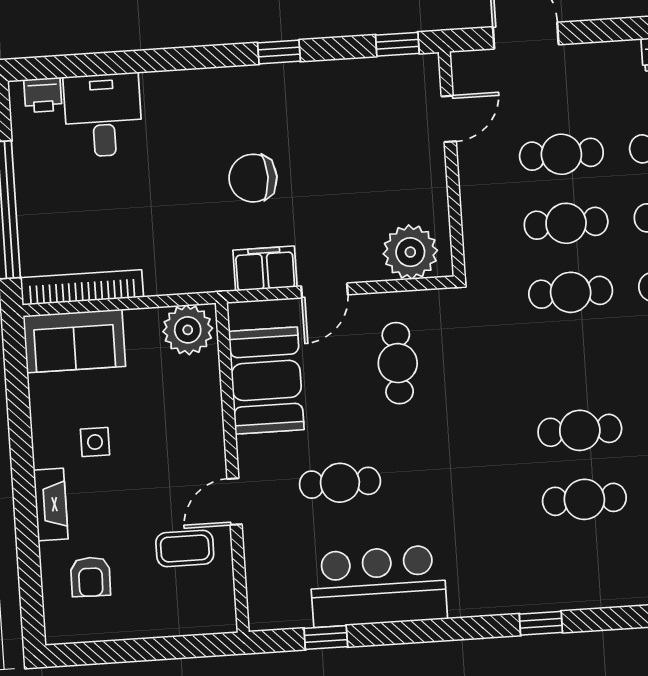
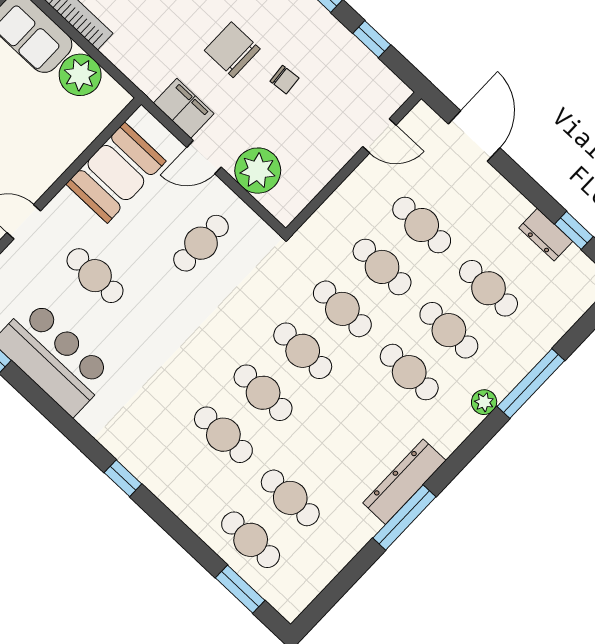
window: (397, 44) -> (372, 39), moved
chair: (322, 157) -> (284, 80), added
plant: (410, 252) -> (258, 171), moved
plant: (188, 330) -> (80, 75), moved
cafe table: (575, 361) -> (303, 351), added

